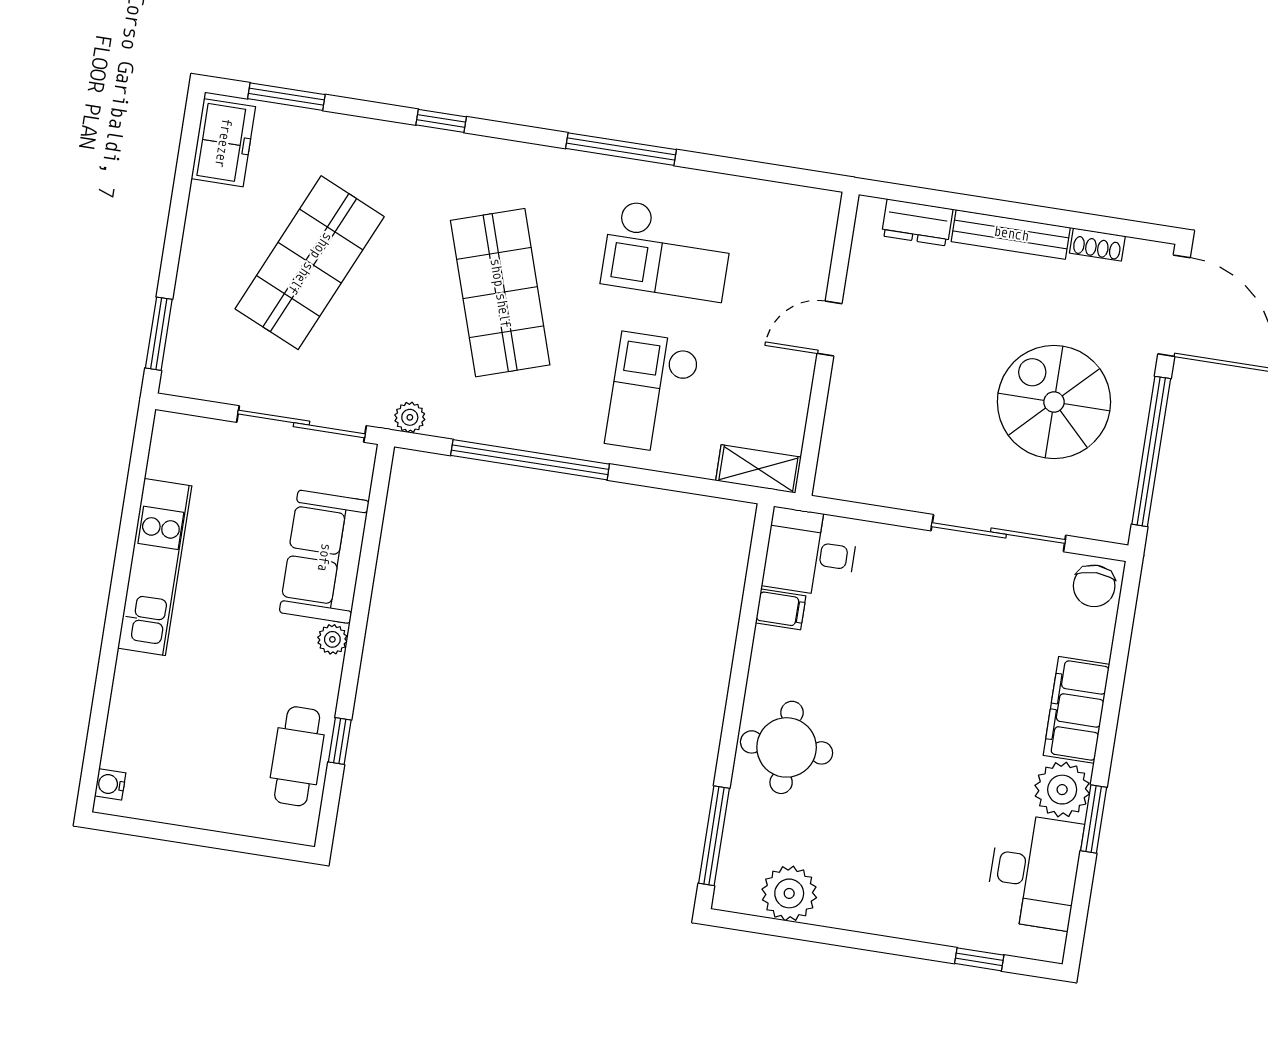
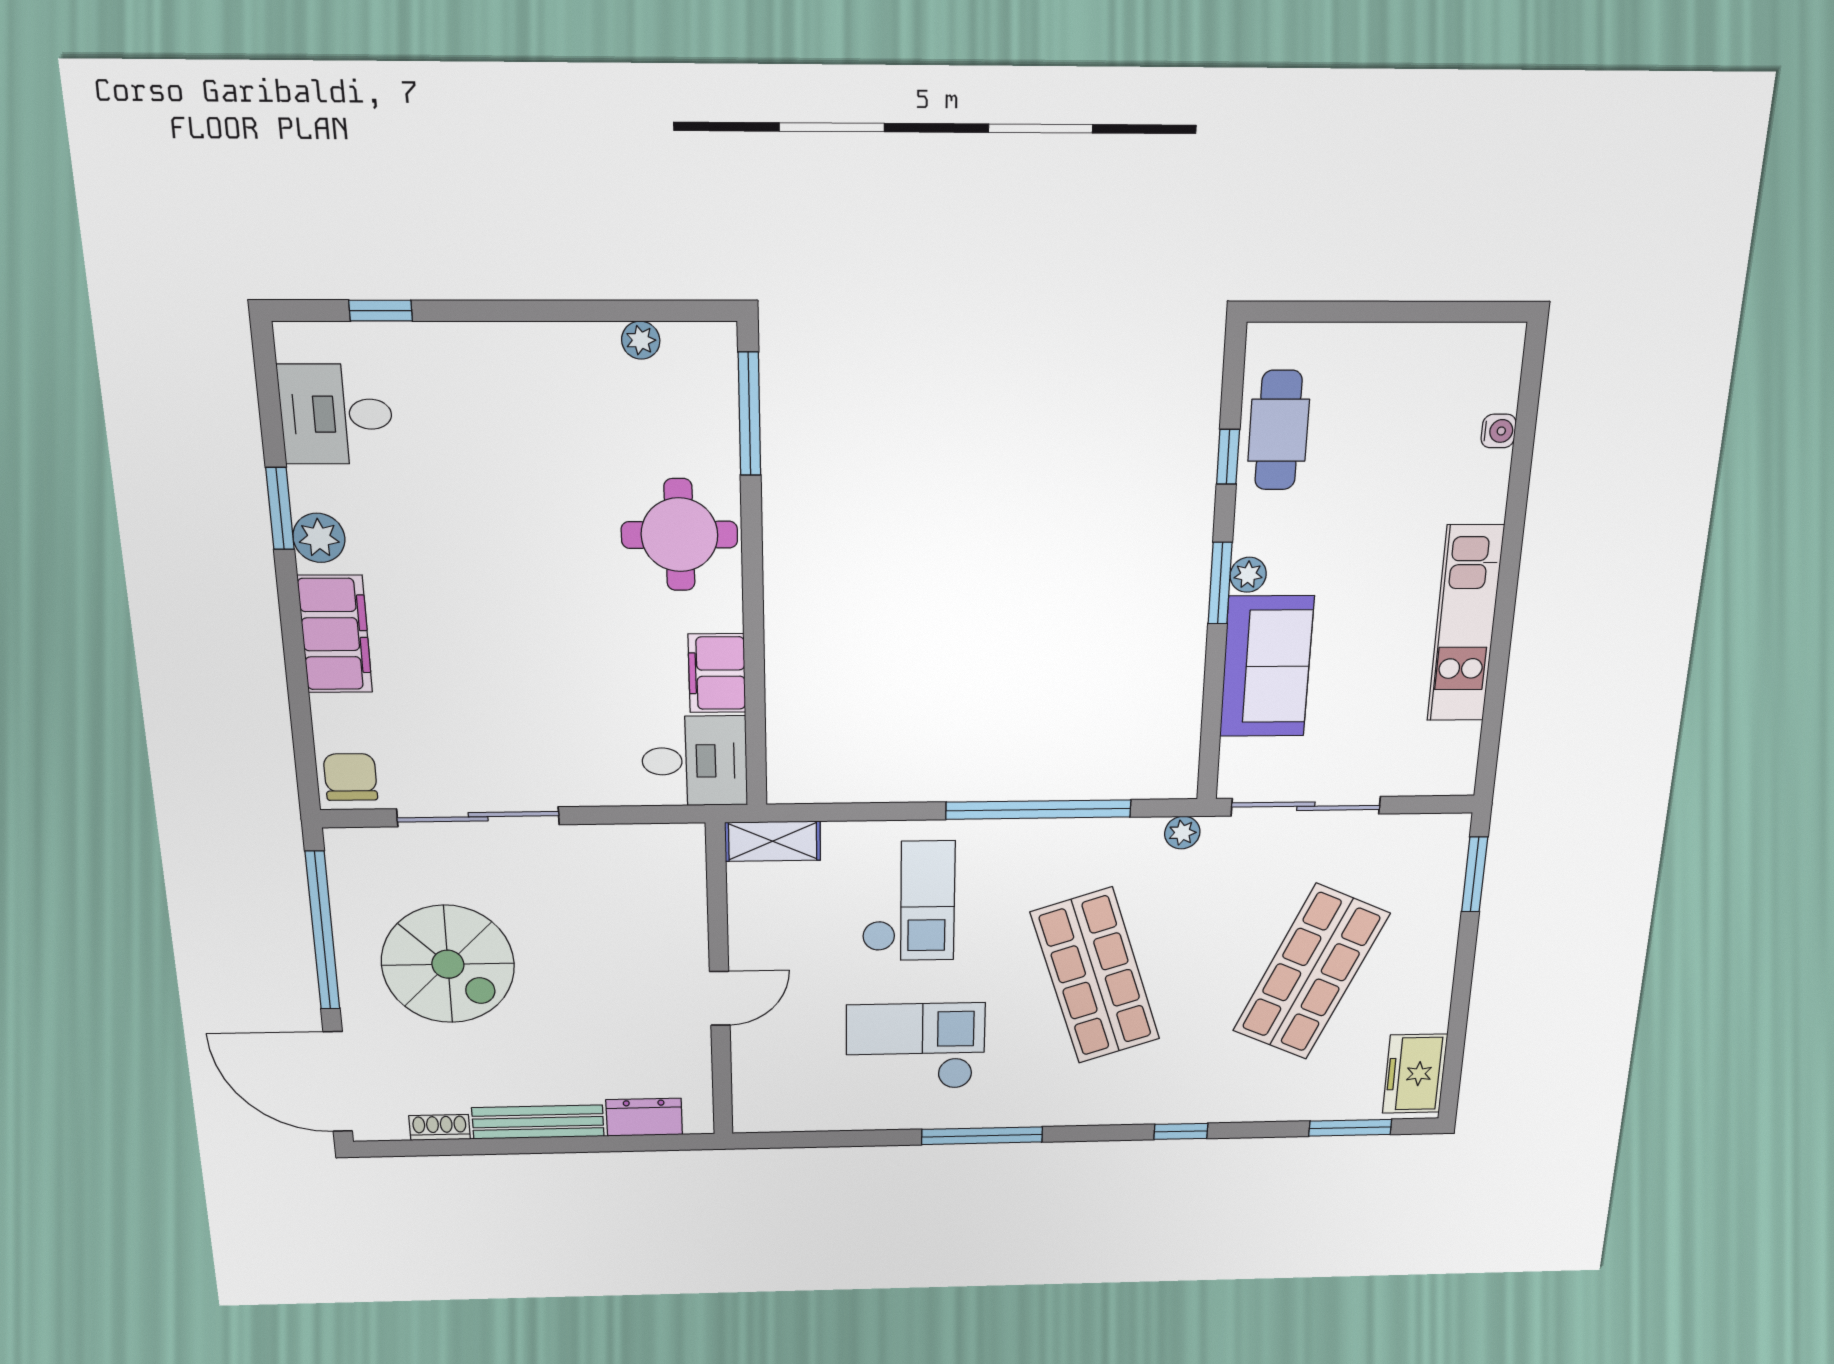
filing cabinet: (781, 609) -> (717, 673), width x2.00
window: (356, 636) -> (1220, 583), added
water cooler: (110, 784) -> (1499, 431), moved
plant: (1062, 790) -> (319, 538), width x0.73, depth x0.73
desk: (1034, 871) -> (336, 414), width x0.73
plant: (789, 893) -> (641, 340), width x0.53, depth x0.53

